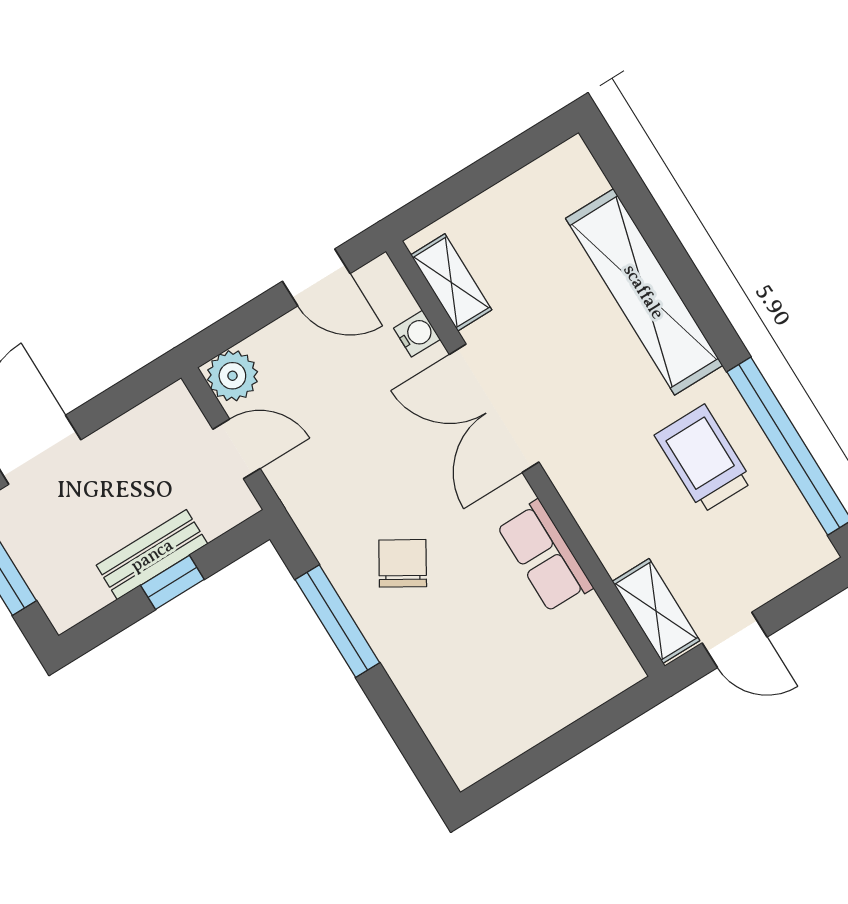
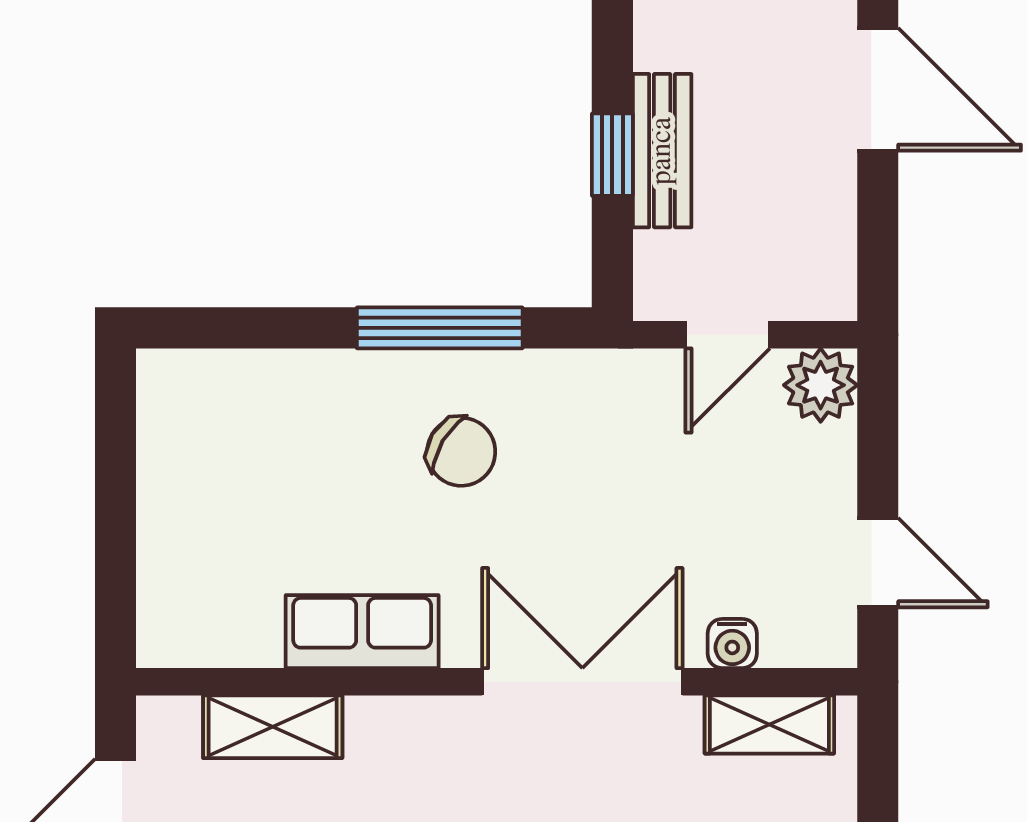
door: (316, 277) -> (878, 563), swing flipped
shelving: (656, 611) -> (273, 727), moved

